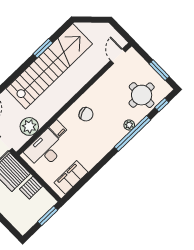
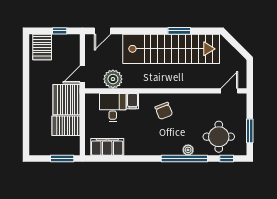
desk: (45, 150) -> (113, 108), width x0.73
server rack: (31, 188) -> (66, 126), width x1.36, depth x1.44

